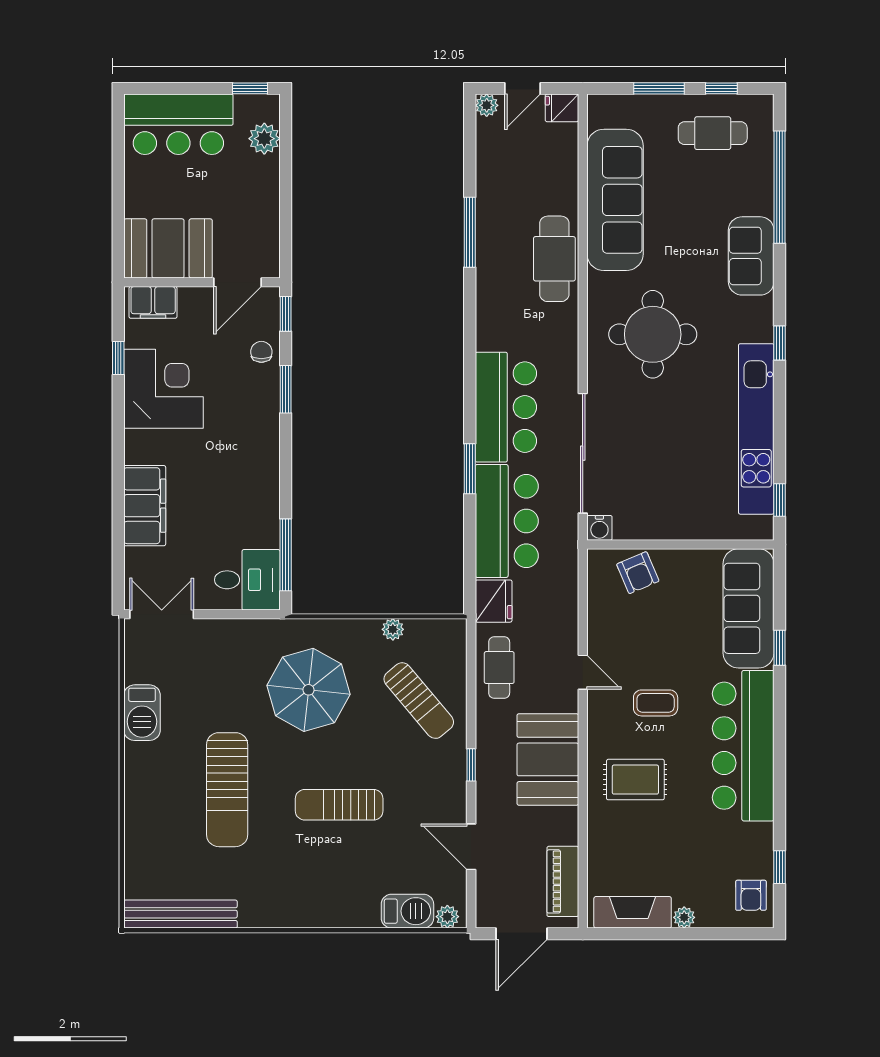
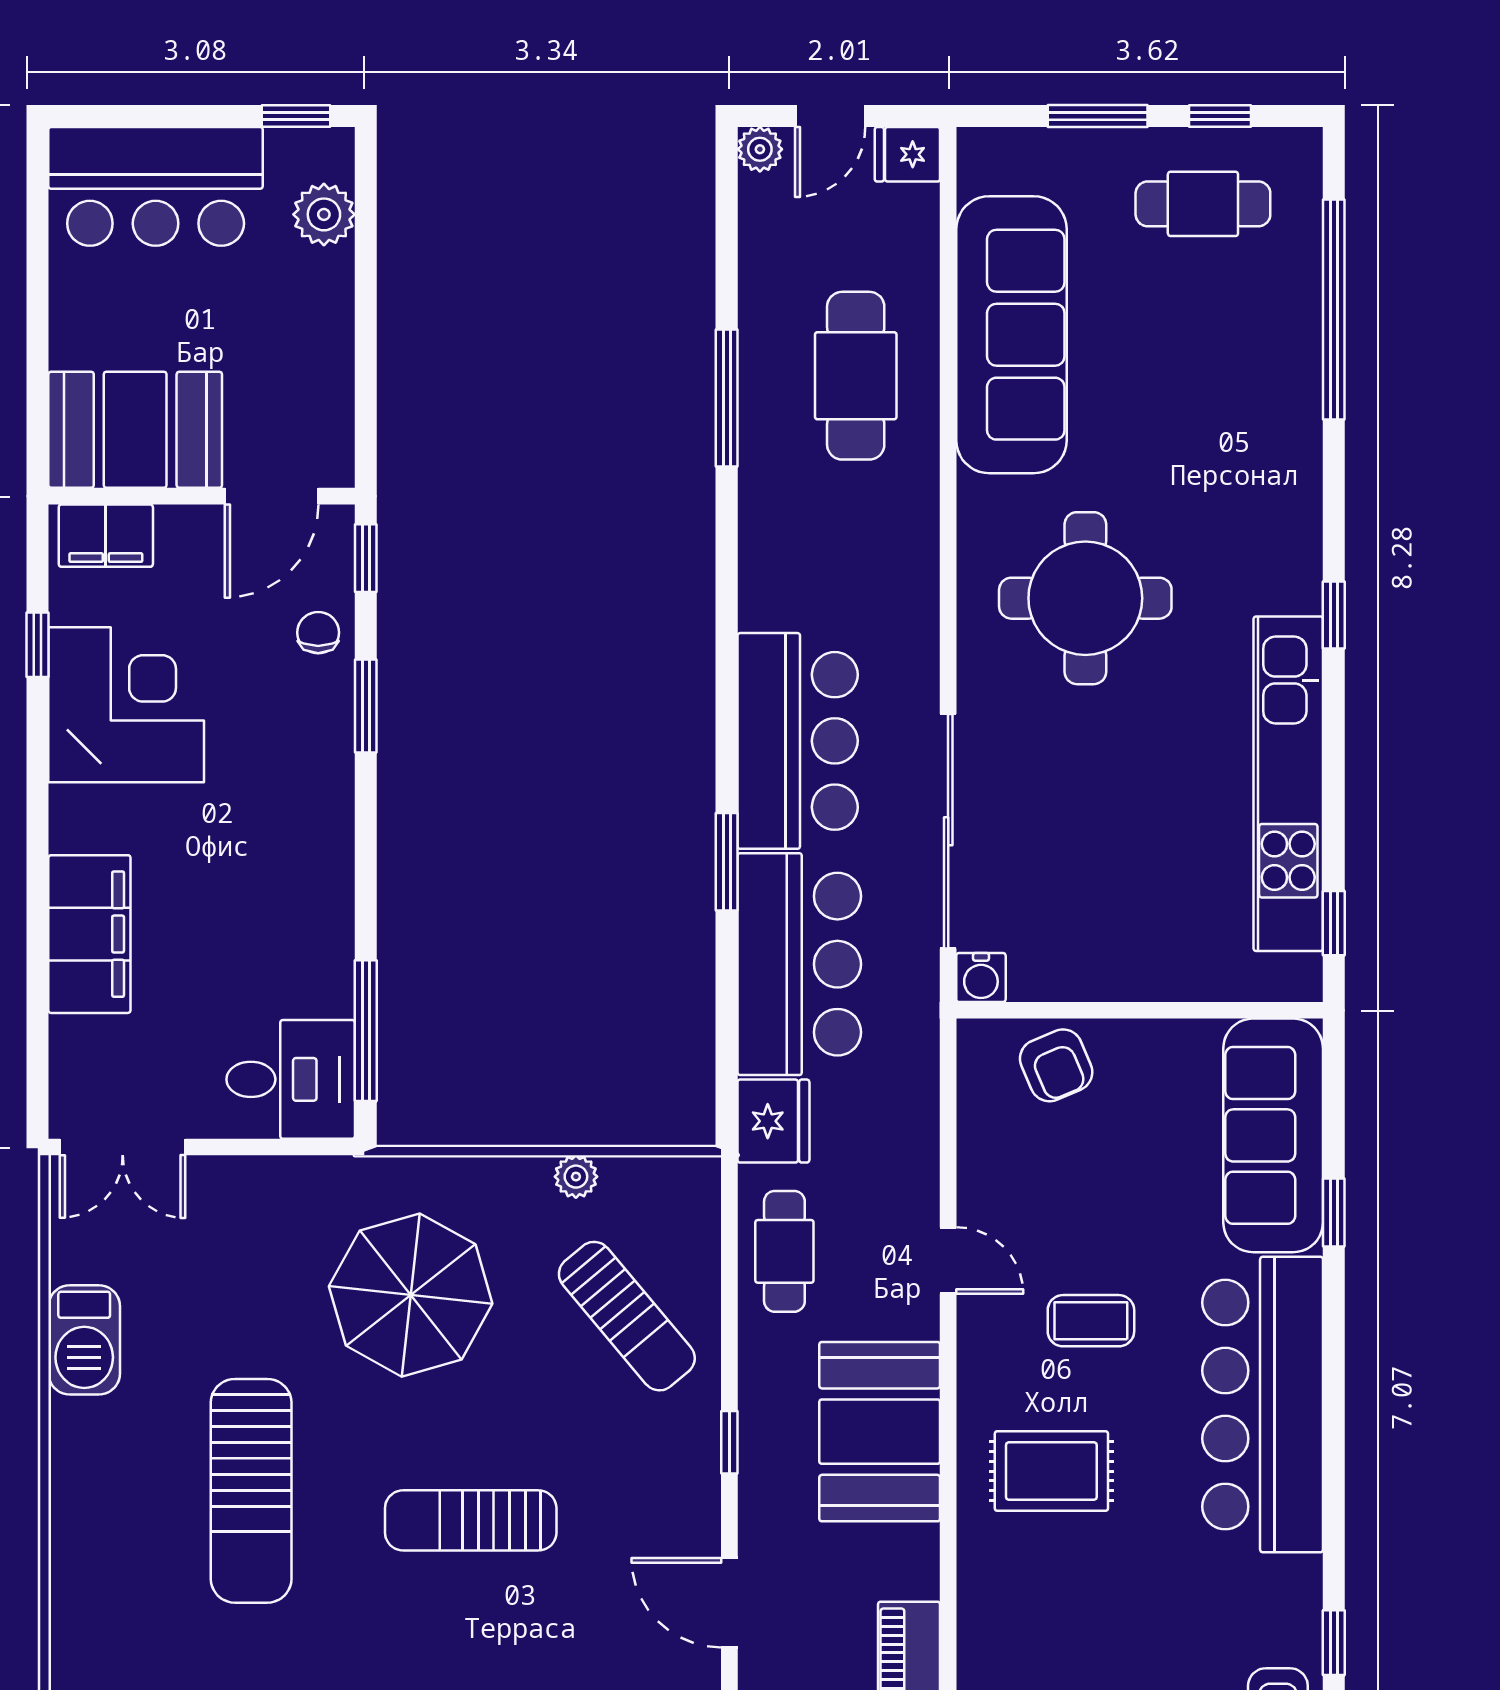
sofa: (751, 256) -> (1278, 445), removed
cafe table: (554, 259) -> (856, 376), moved
double door: (162, 614) -> (123, 1147), swing flipped

